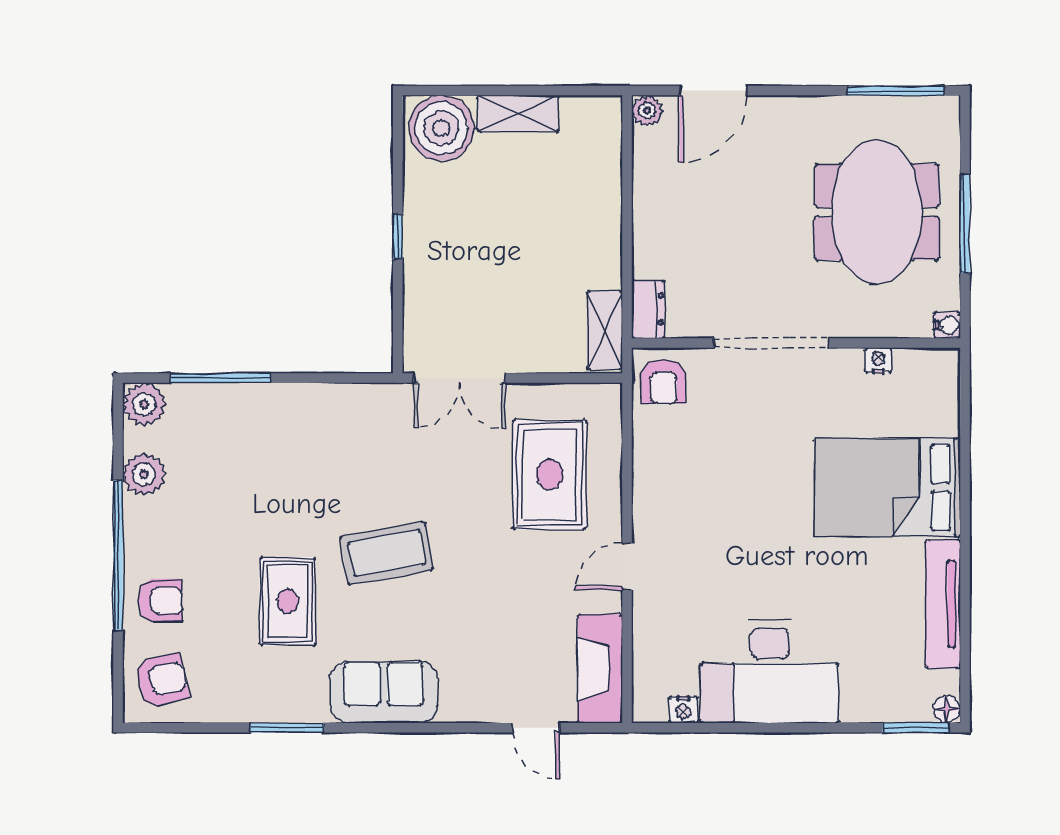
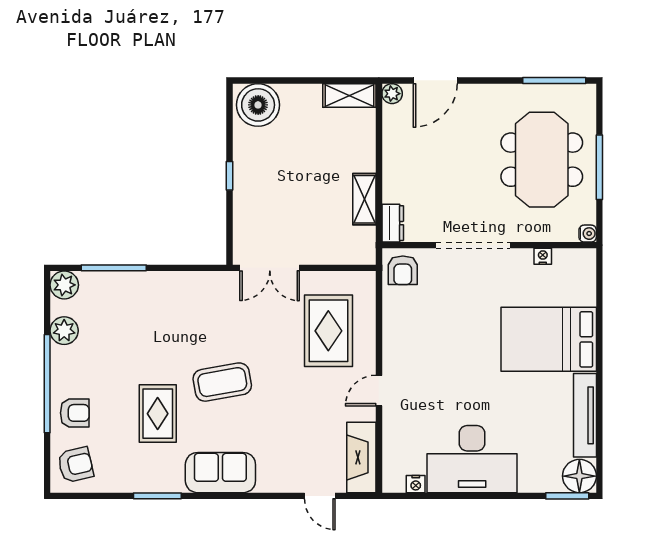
shelving: (518, 114) -> (349, 95), moved
shelving: (605, 330) -> (364, 199), moved
floor lamp: (947, 709) -> (579, 476), width x1.89, depth x1.89

